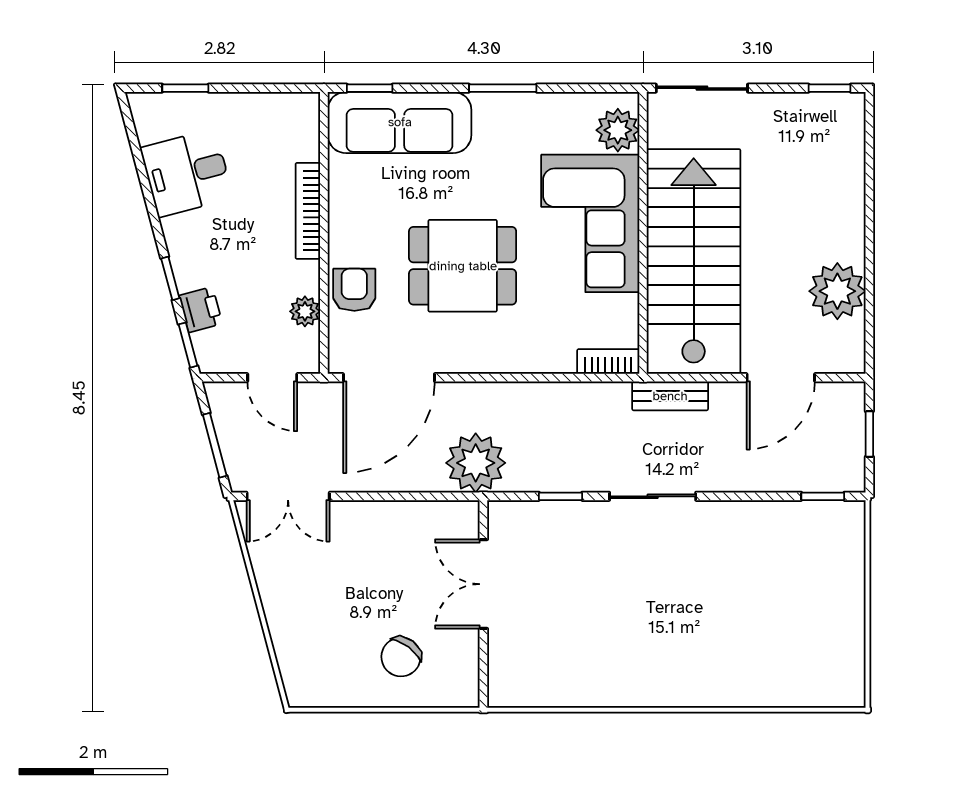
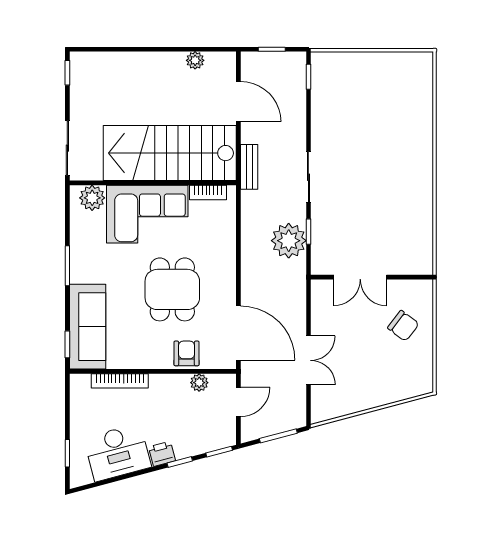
desk: (187, 173) -> (117, 452), width x1.37
bookcase: (308, 211) -> (120, 381), moved
armchair: (354, 290) -> (187, 353), turned 90
plant: (837, 291) -> (195, 60), width x0.53, depth x0.53
printer: (201, 310) -> (162, 454), moved
bookcase: (608, 361) -> (208, 192), moved, turned -90
plant: (476, 463) -> (289, 241), moved
double door: (288, 496) -> (308, 360), moved

